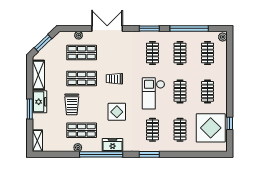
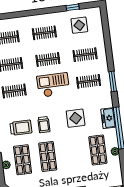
checkout: (153, 93) -> (53, 85), turned 180
trolley: (72, 104) -> (21, 128), moved
display table: (211, 128) -> (79, 25), width x0.54, depth x0.54

